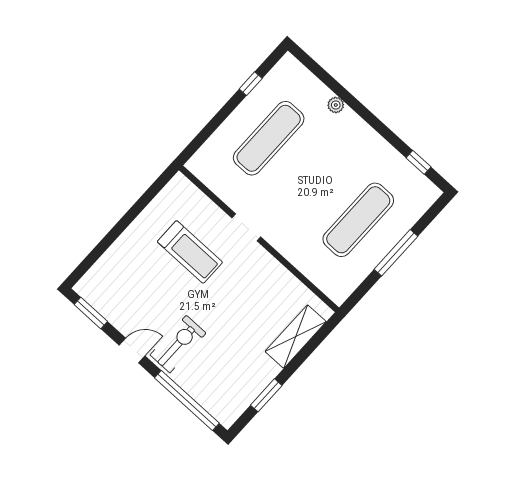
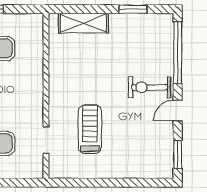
doorway: (246, 227) -> (46, 140), moved
door: (132, 351) -> (178, 111), hinge flipped

